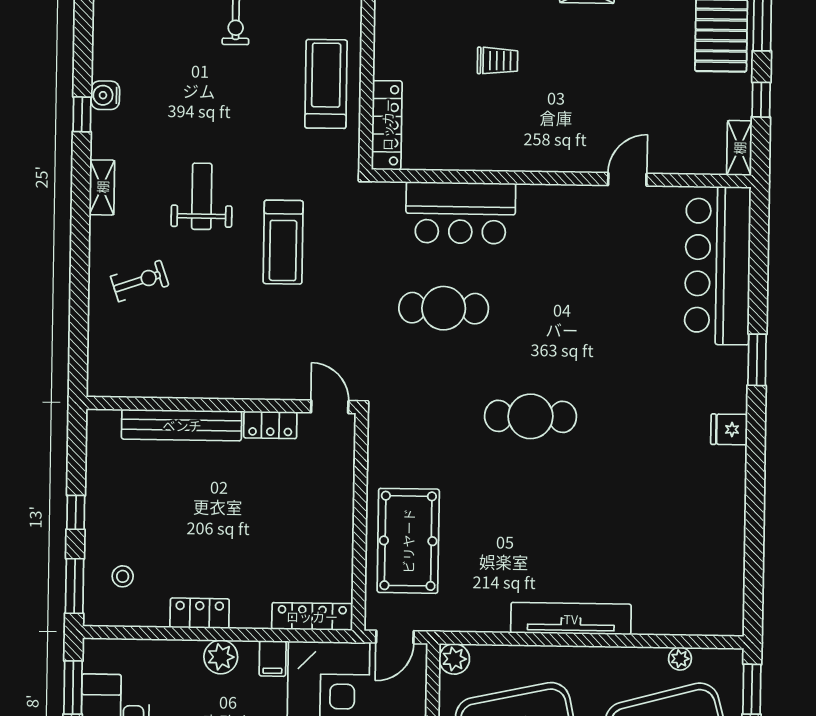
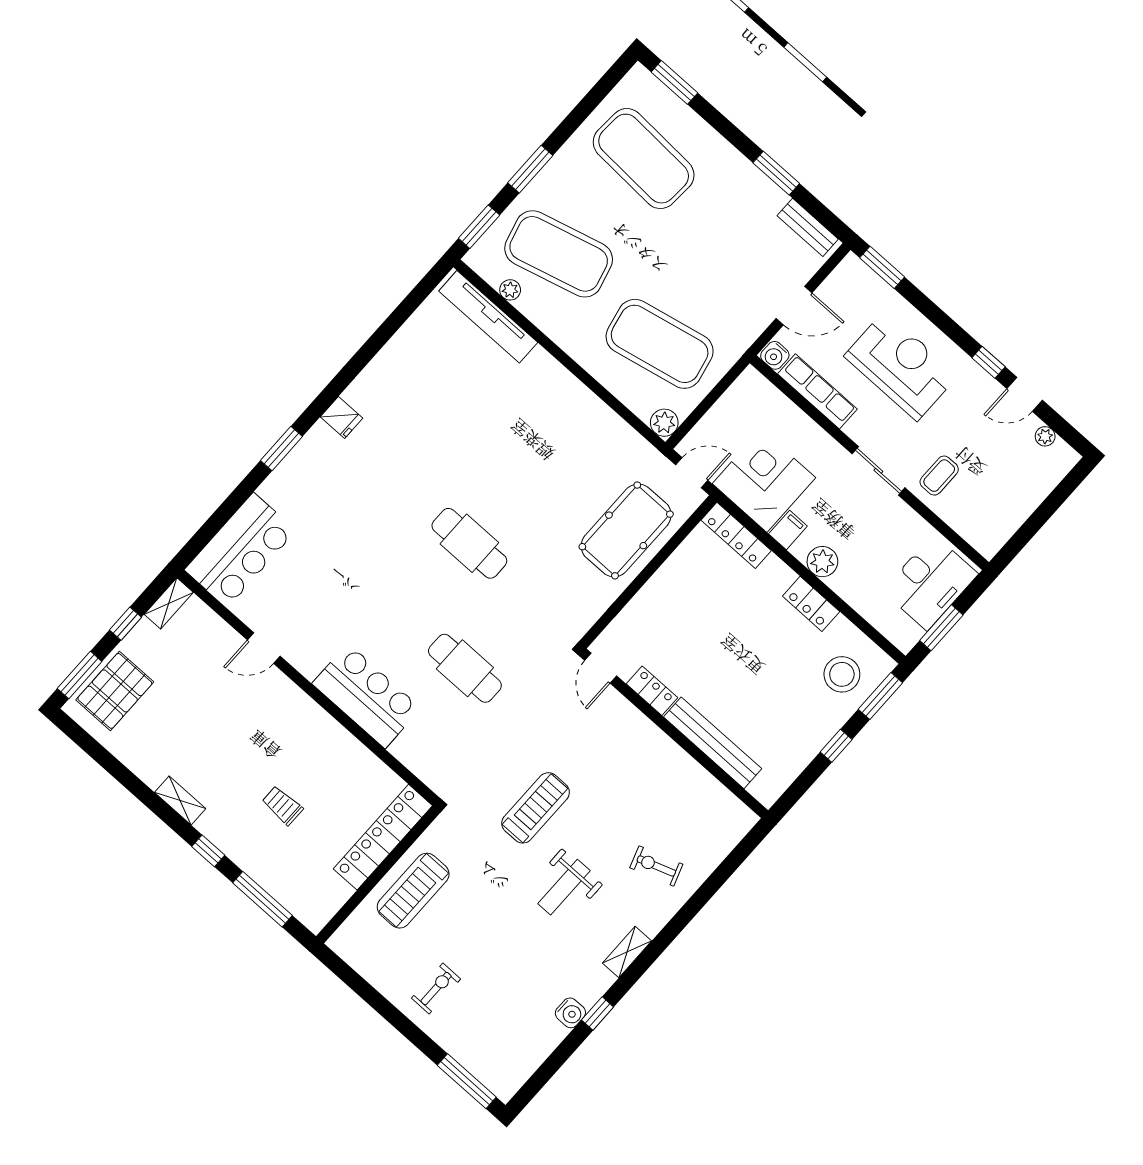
locker: (387, 125) -> (383, 837), width x1.41, depth x1.21
bar counter: (461, 213) -> (366, 696), moved
bar counter: (718, 266) -> (240, 550), width x0.73
stool: (123, 576) -> (842, 674), width x1.89, depth x1.89
tv unit: (571, 619) -> (488, 317), moved

